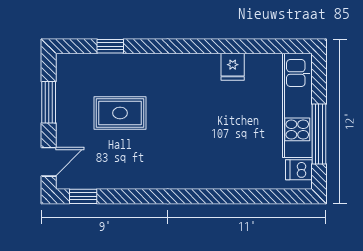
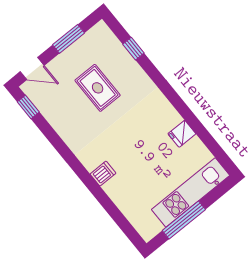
dishwasher: (299, 170) -> (103, 174), moved, turned 90

